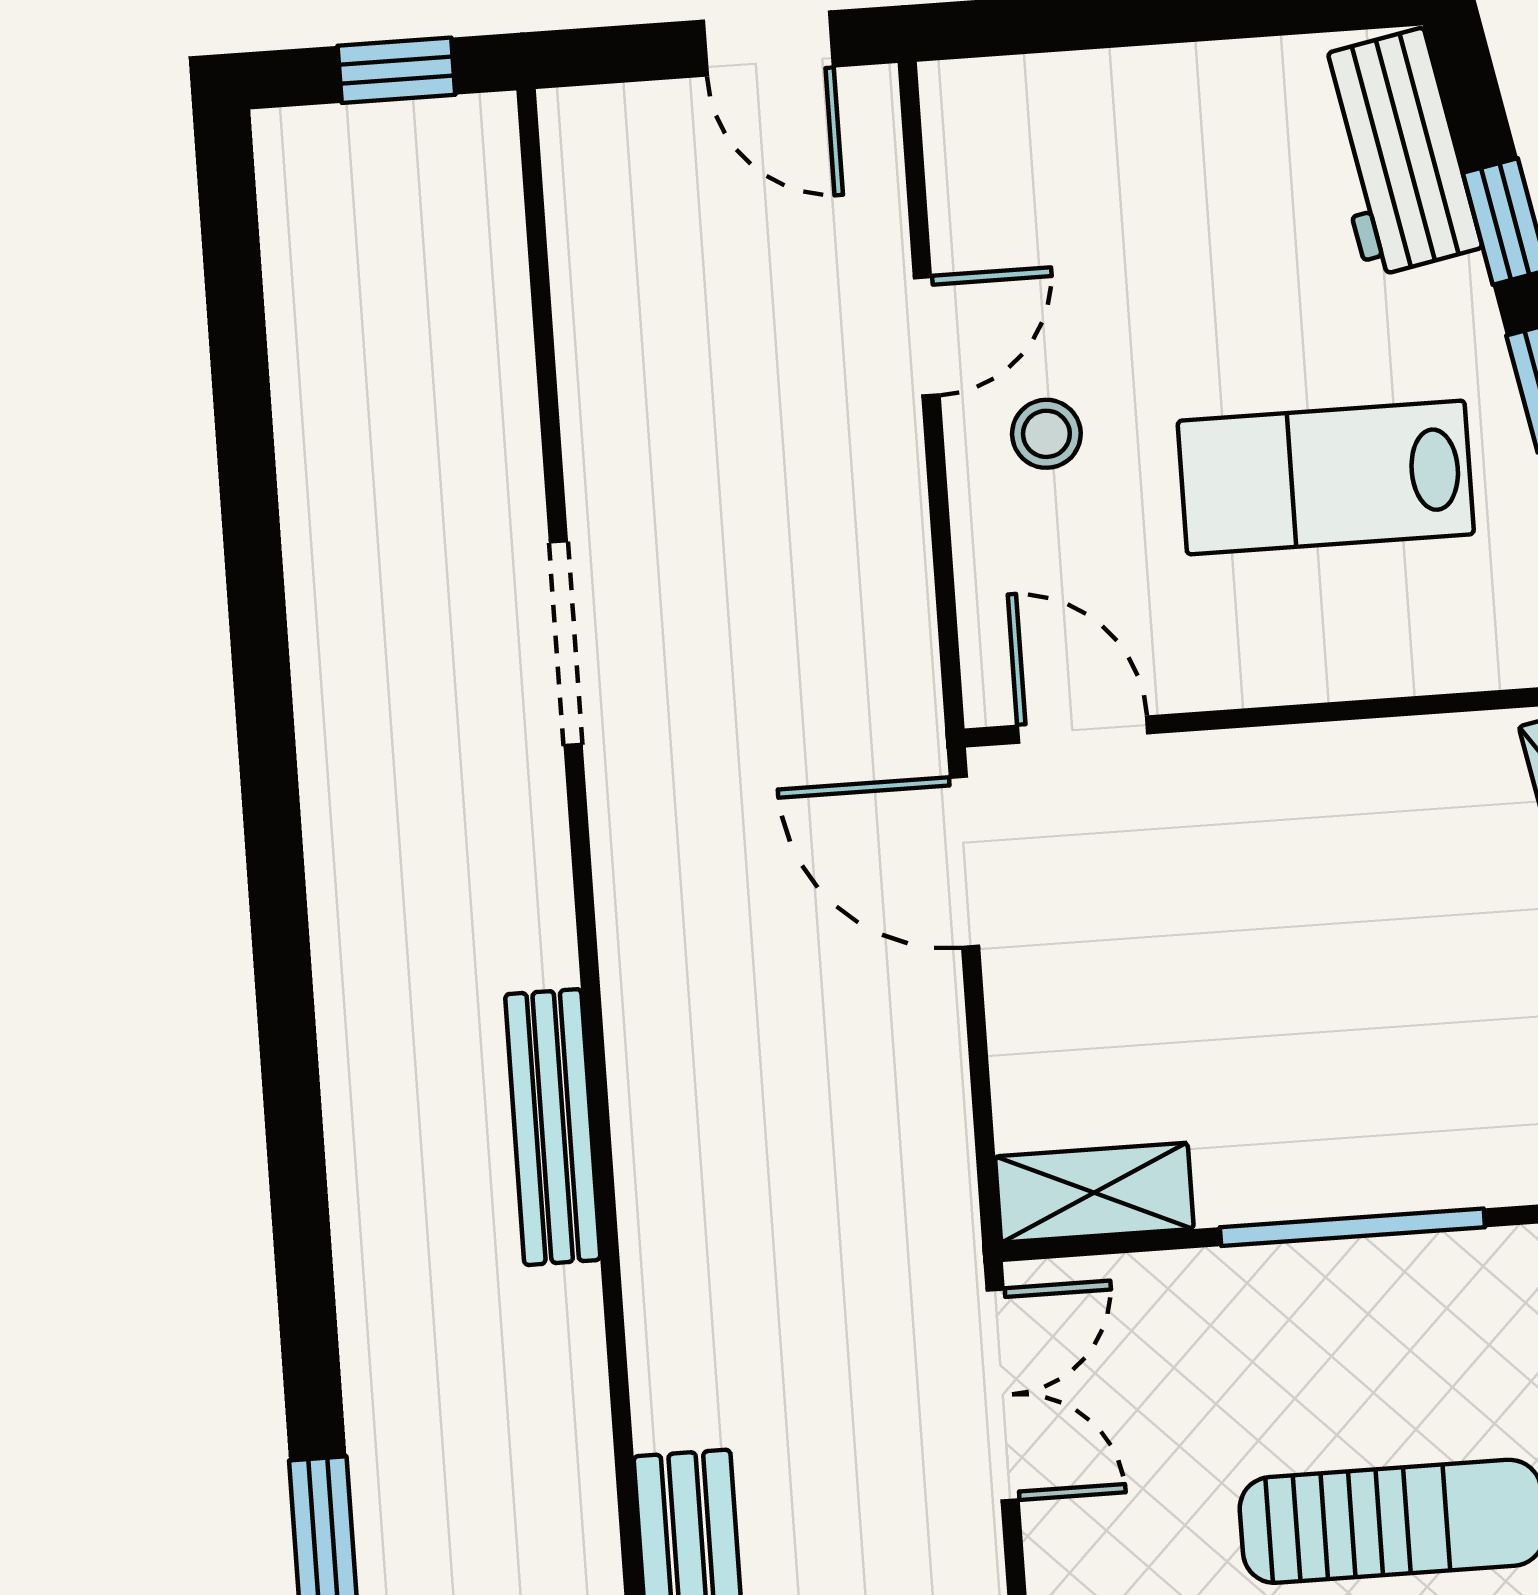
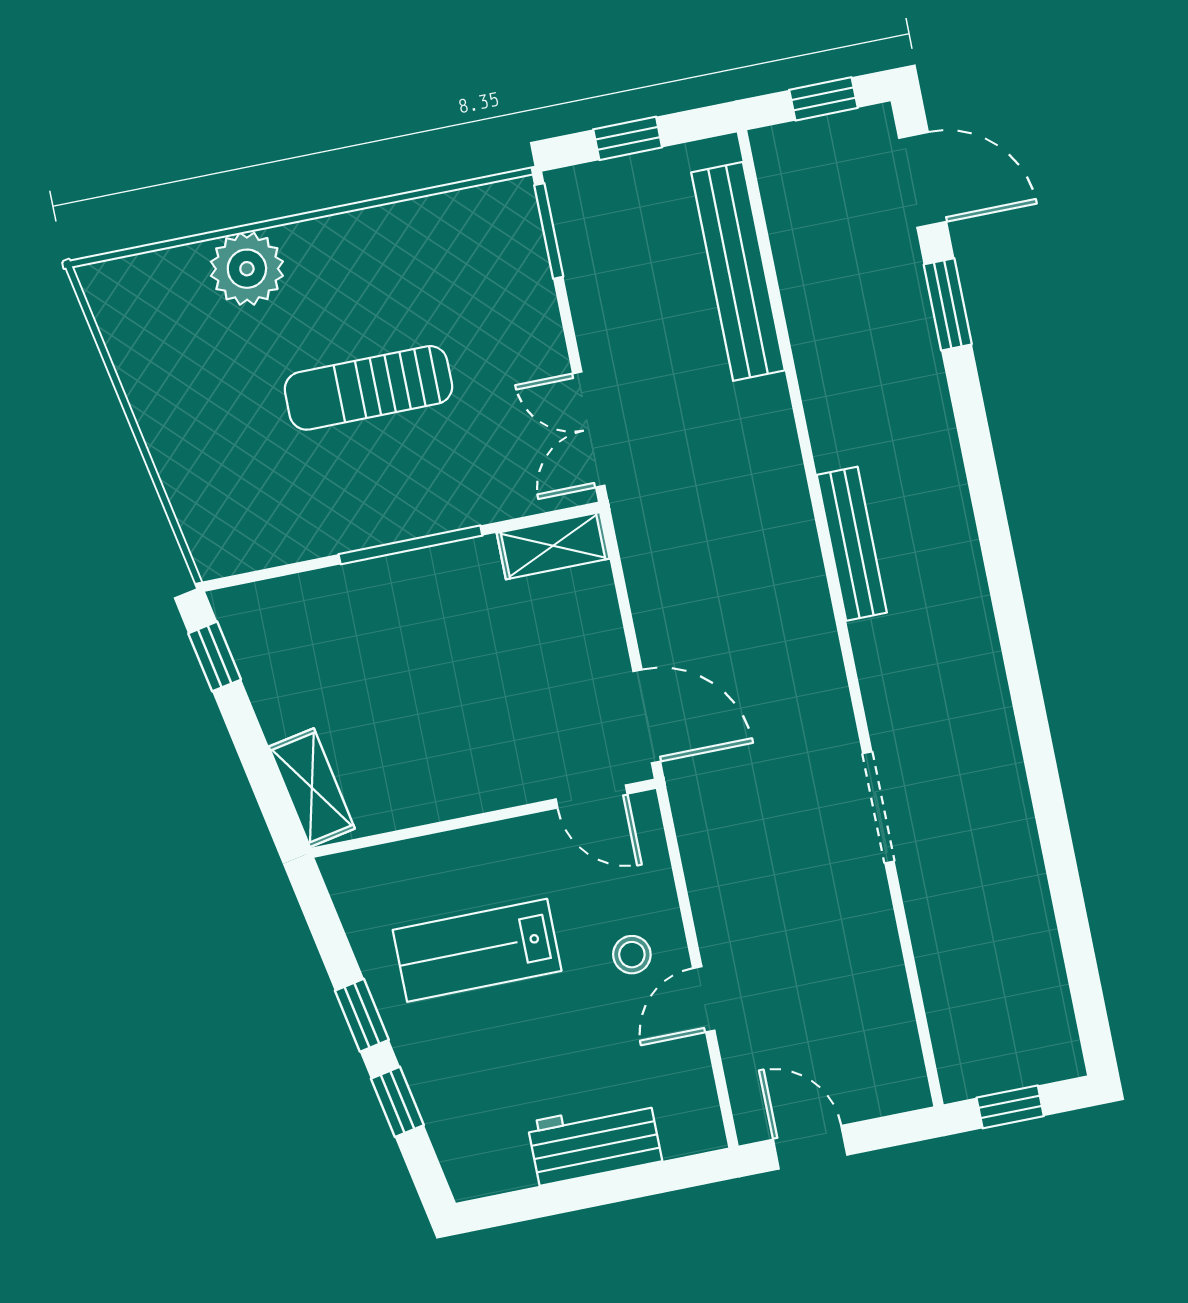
workbench: (1396, 153) -> (595, 1142), moved, turned -79
lab bench: (1326, 477) -> (477, 950), turned 180

